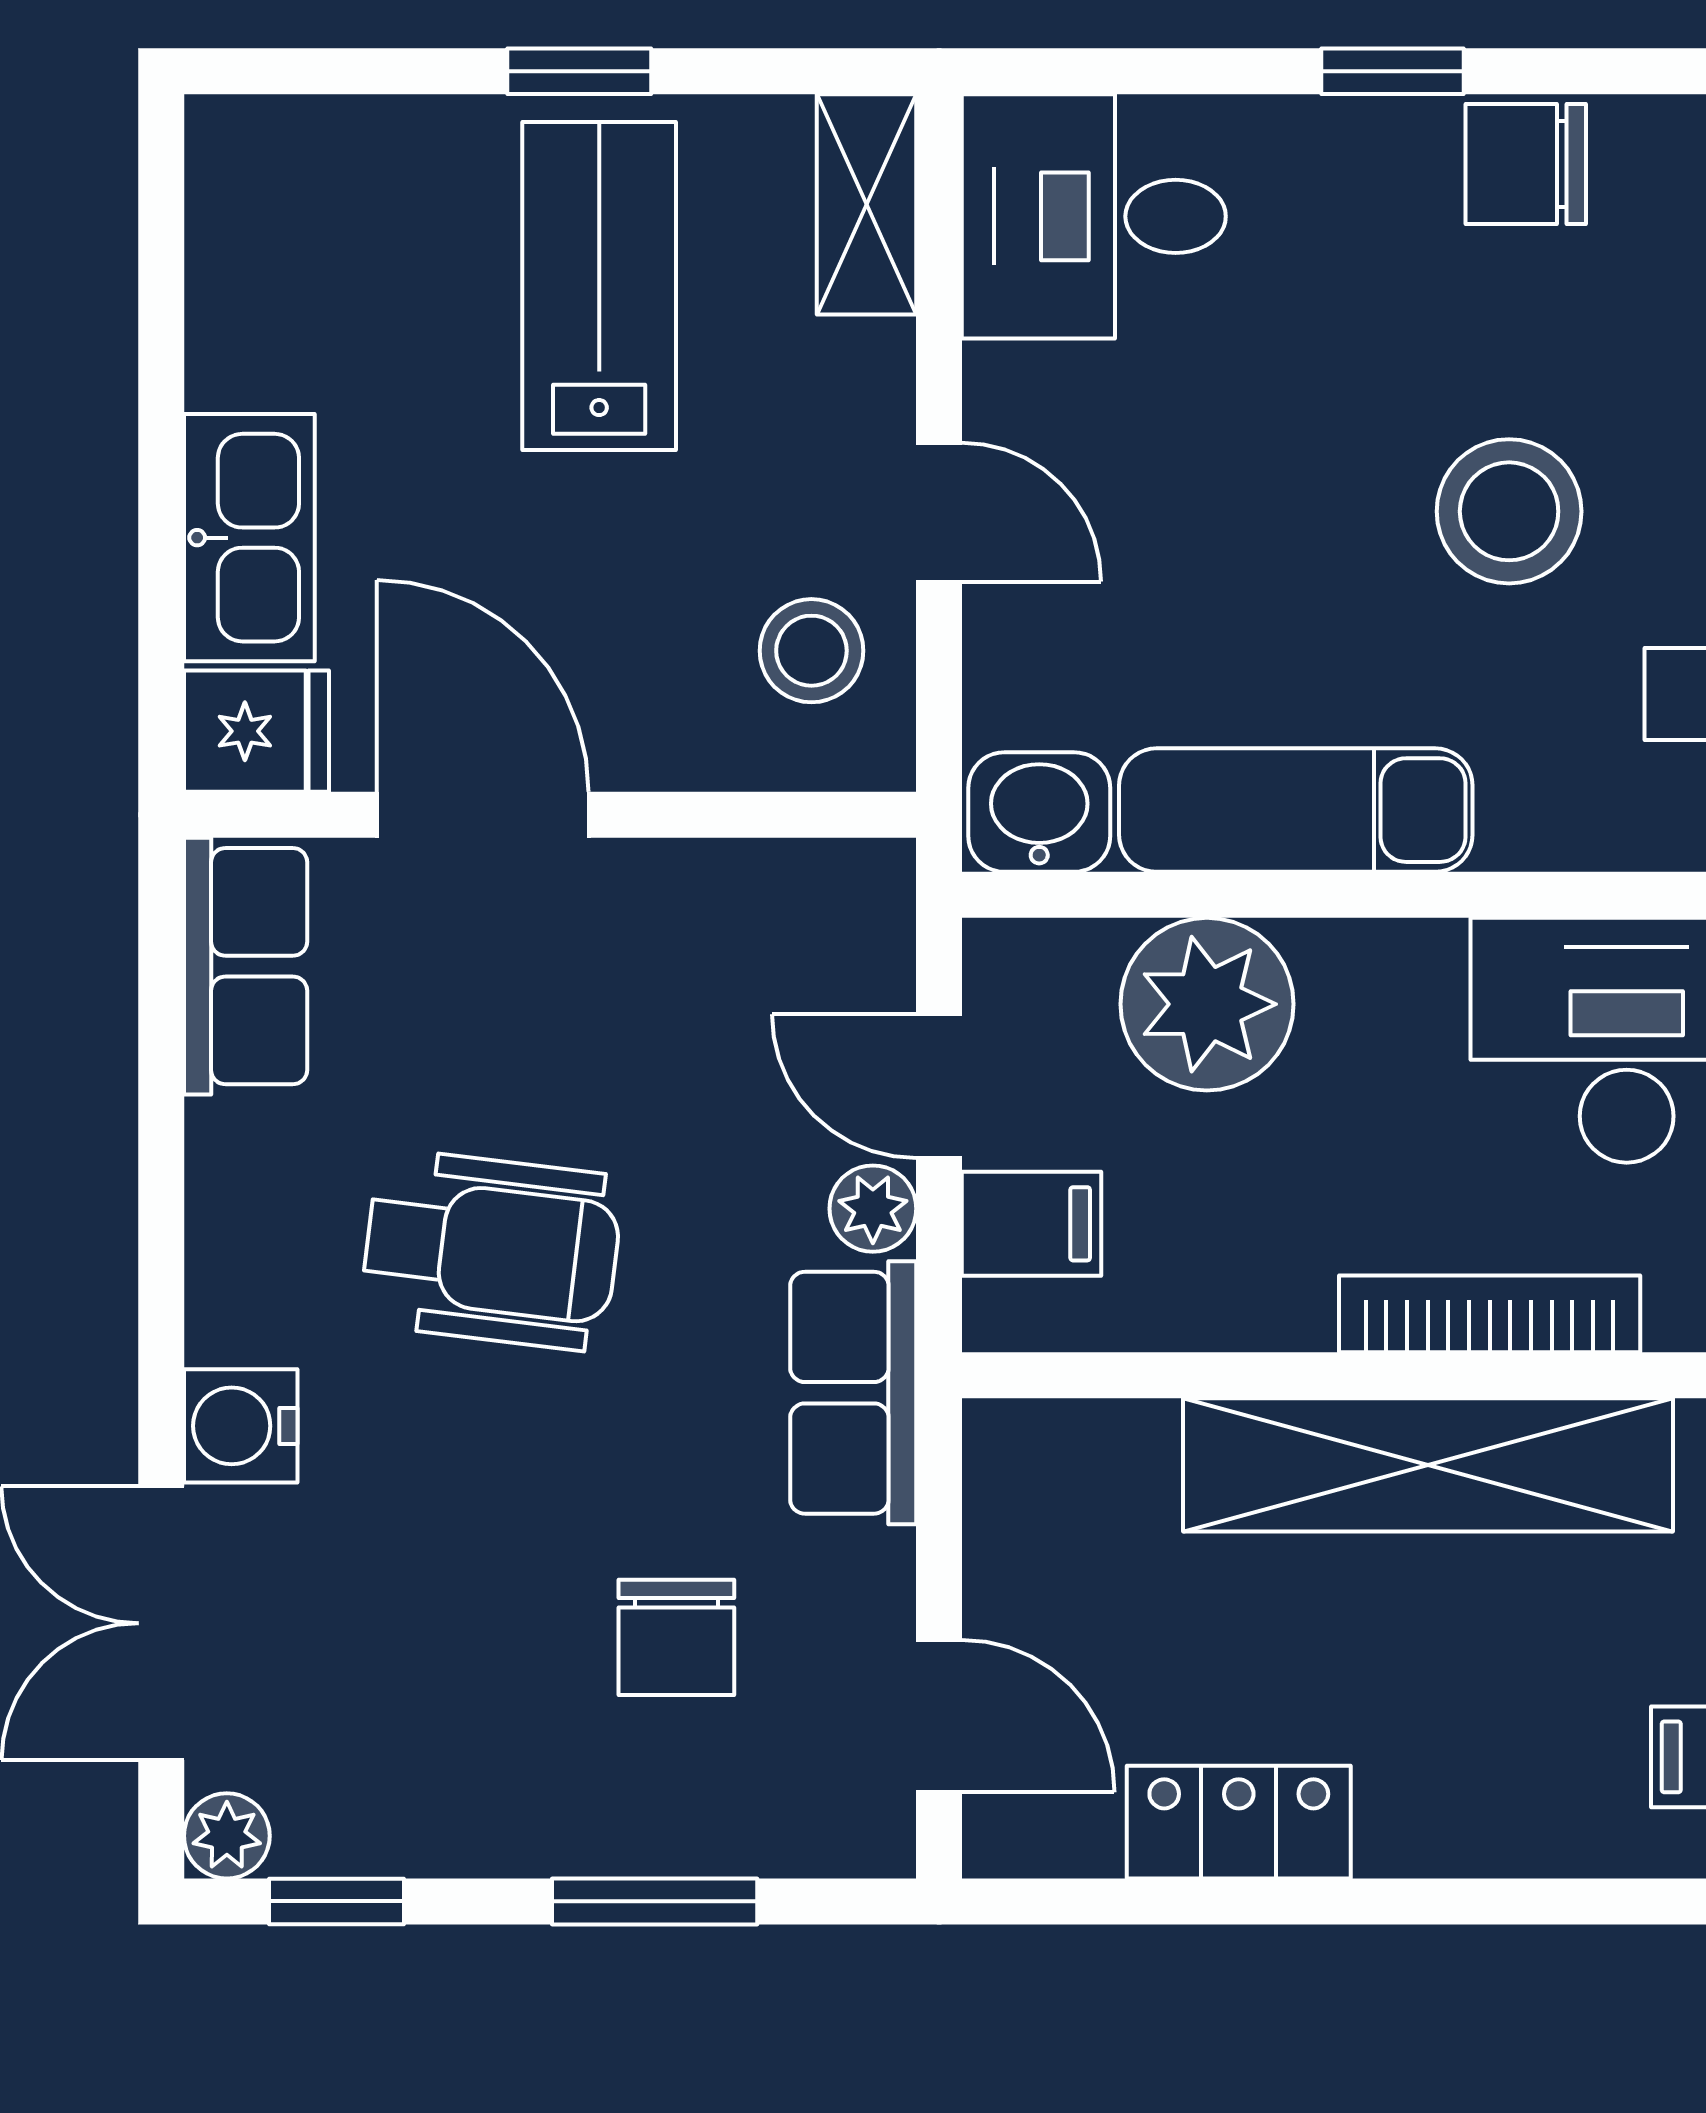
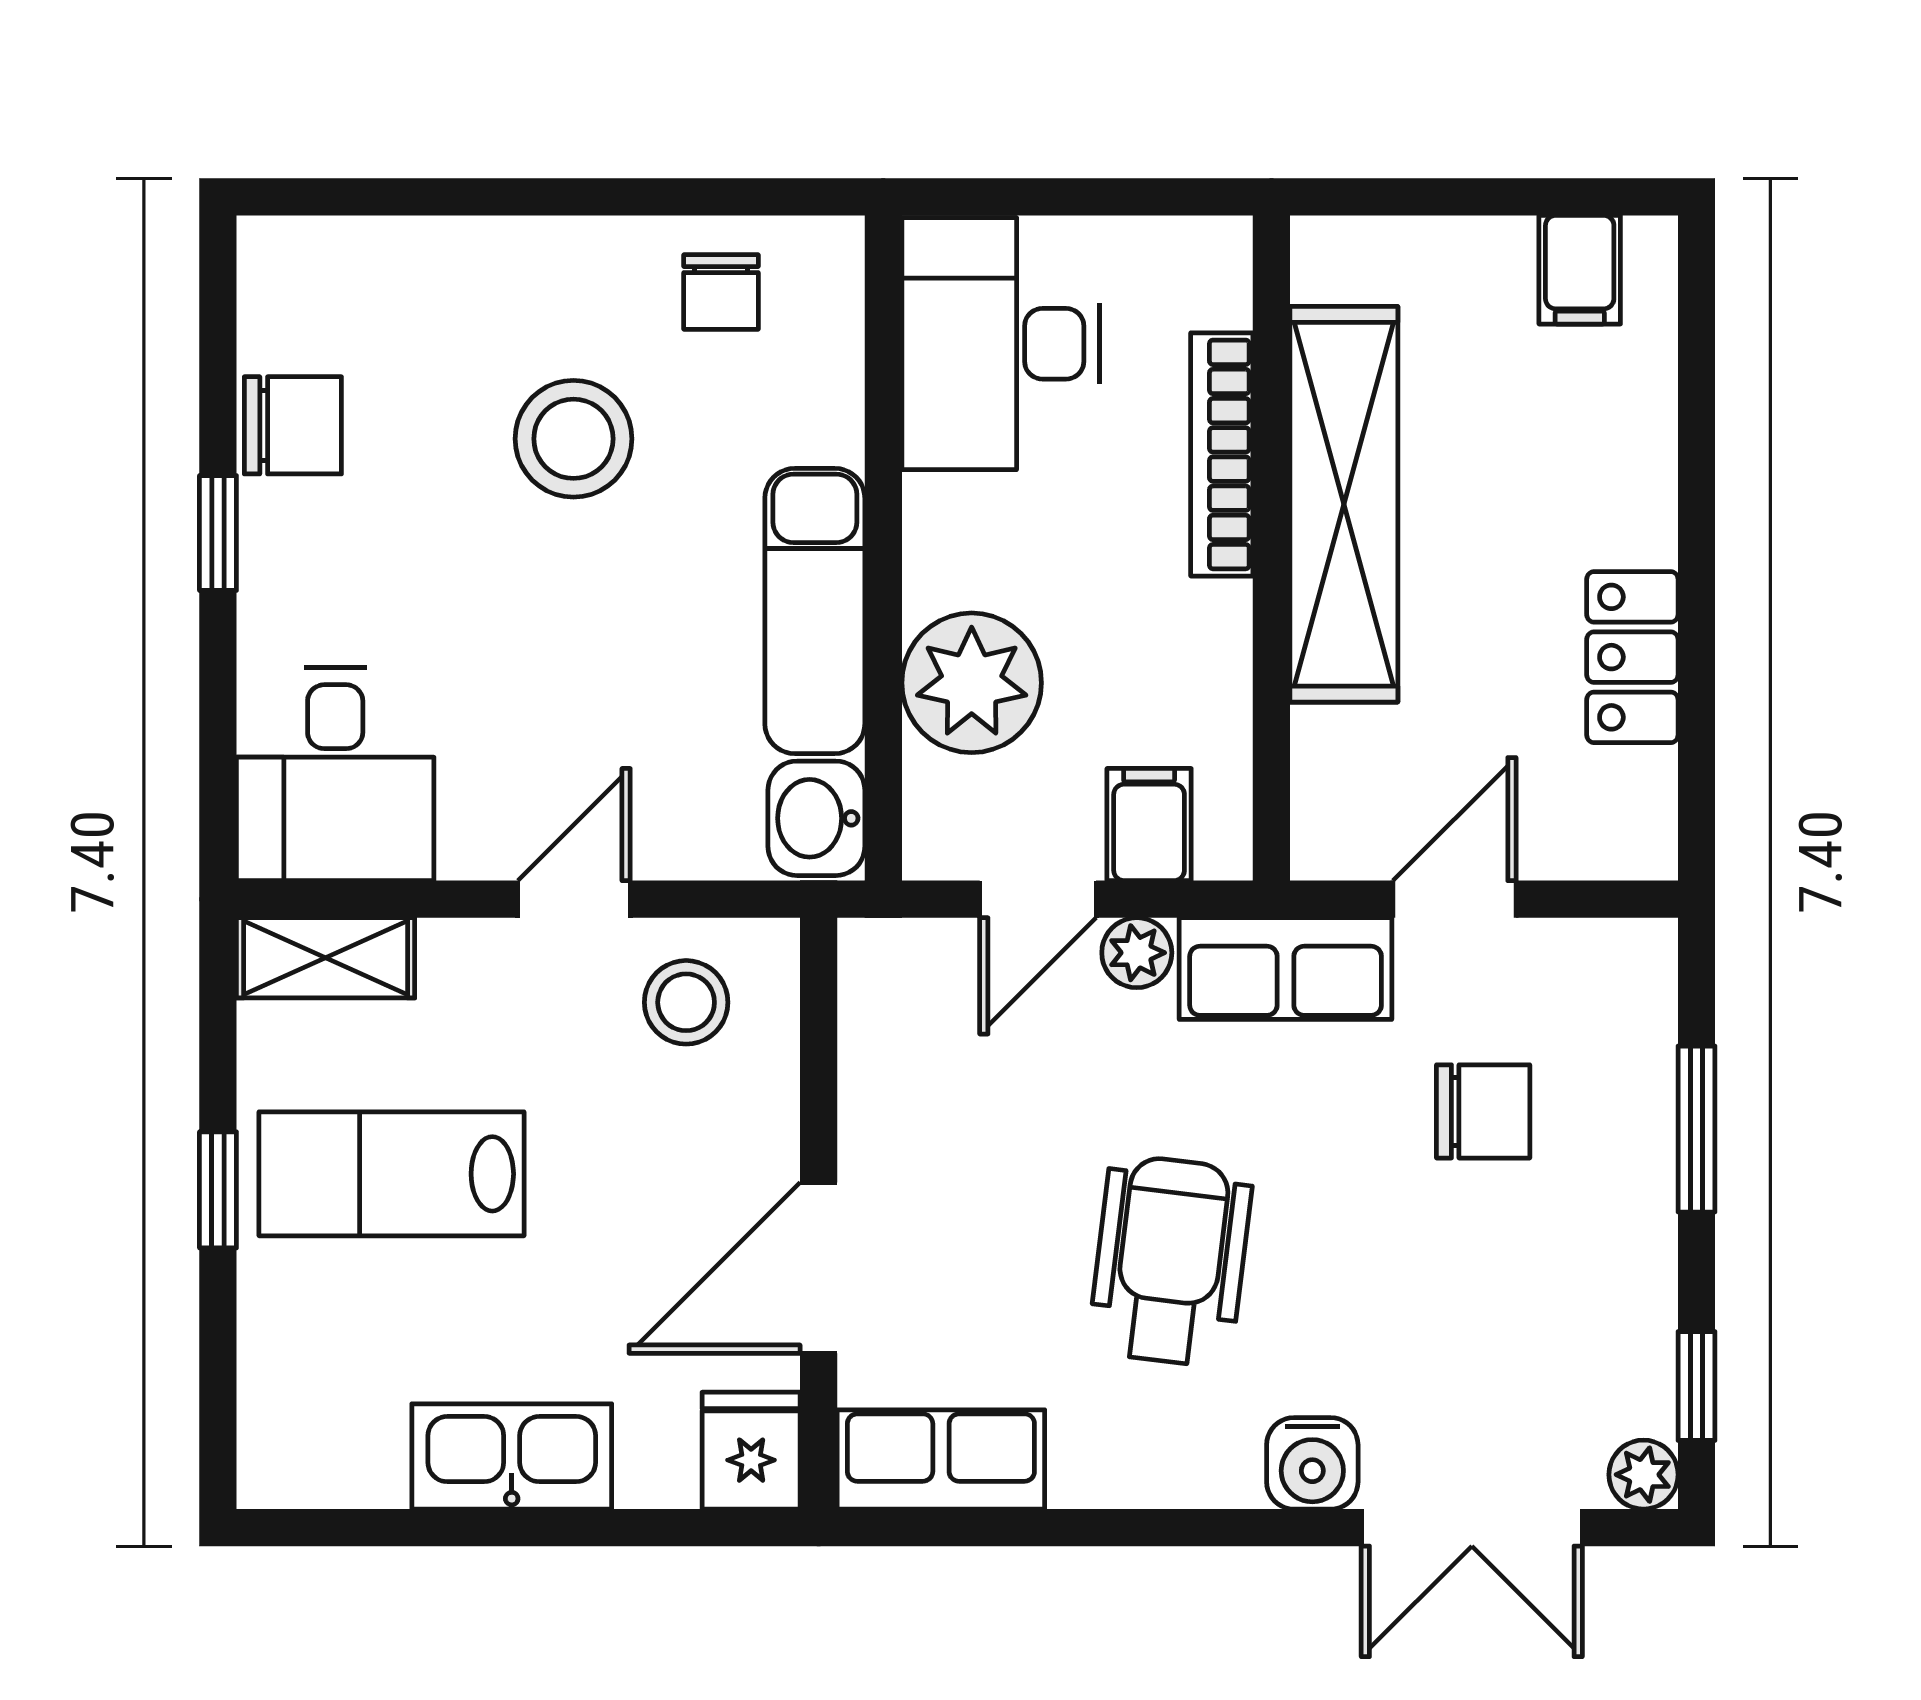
chair: (1526, 164) -> (293, 425), turned -90
kitchen sink: (249, 538) -> (512, 1456), moved
door: (939, 1716) -> (1454, 899), moved

